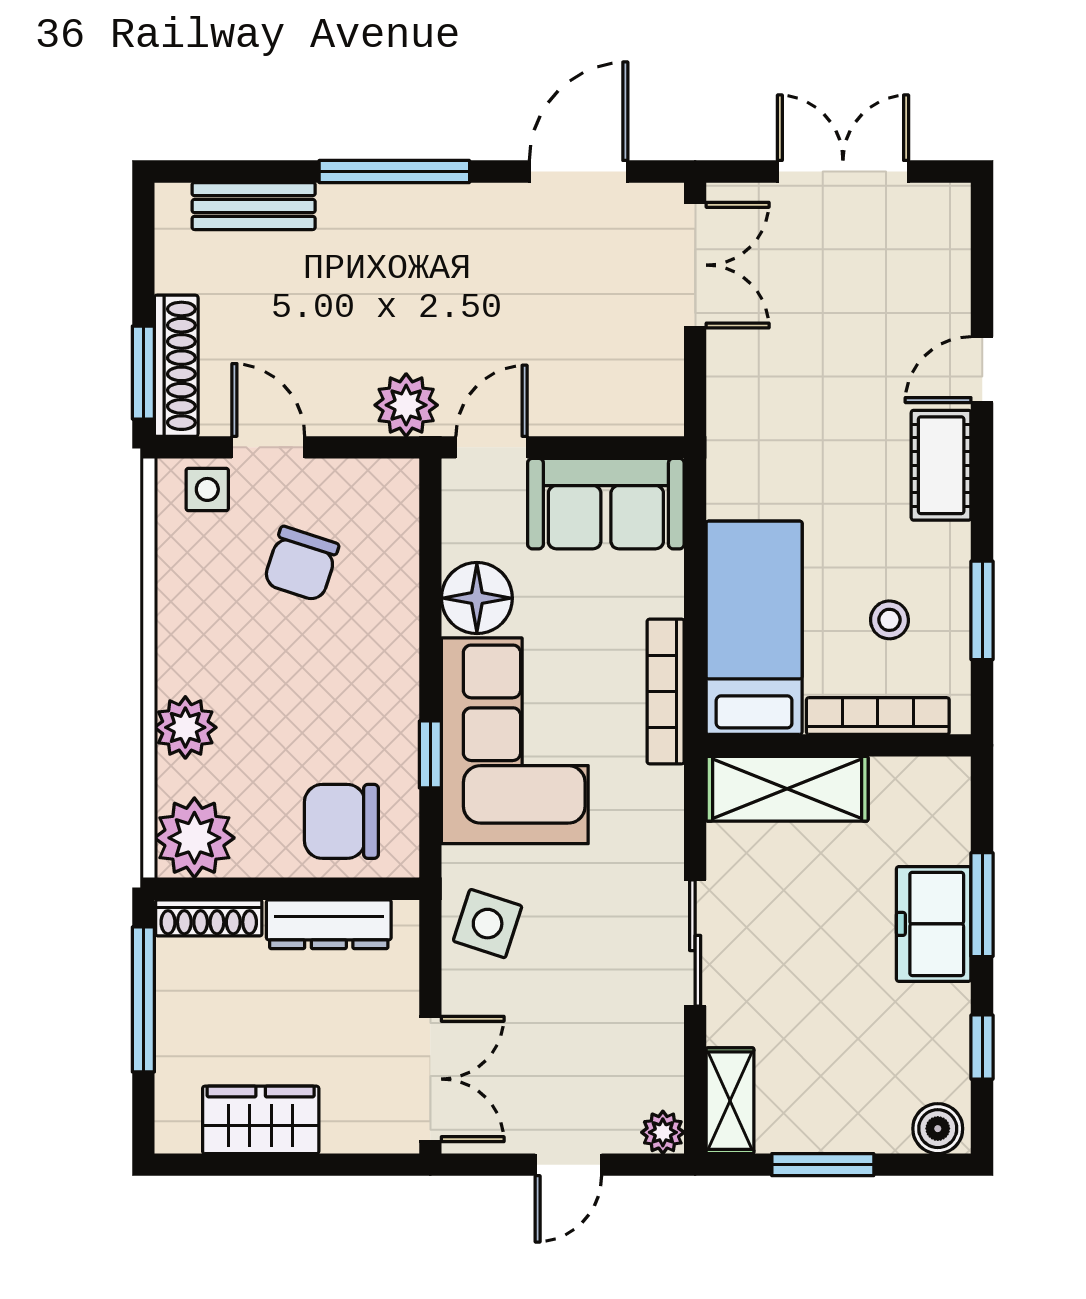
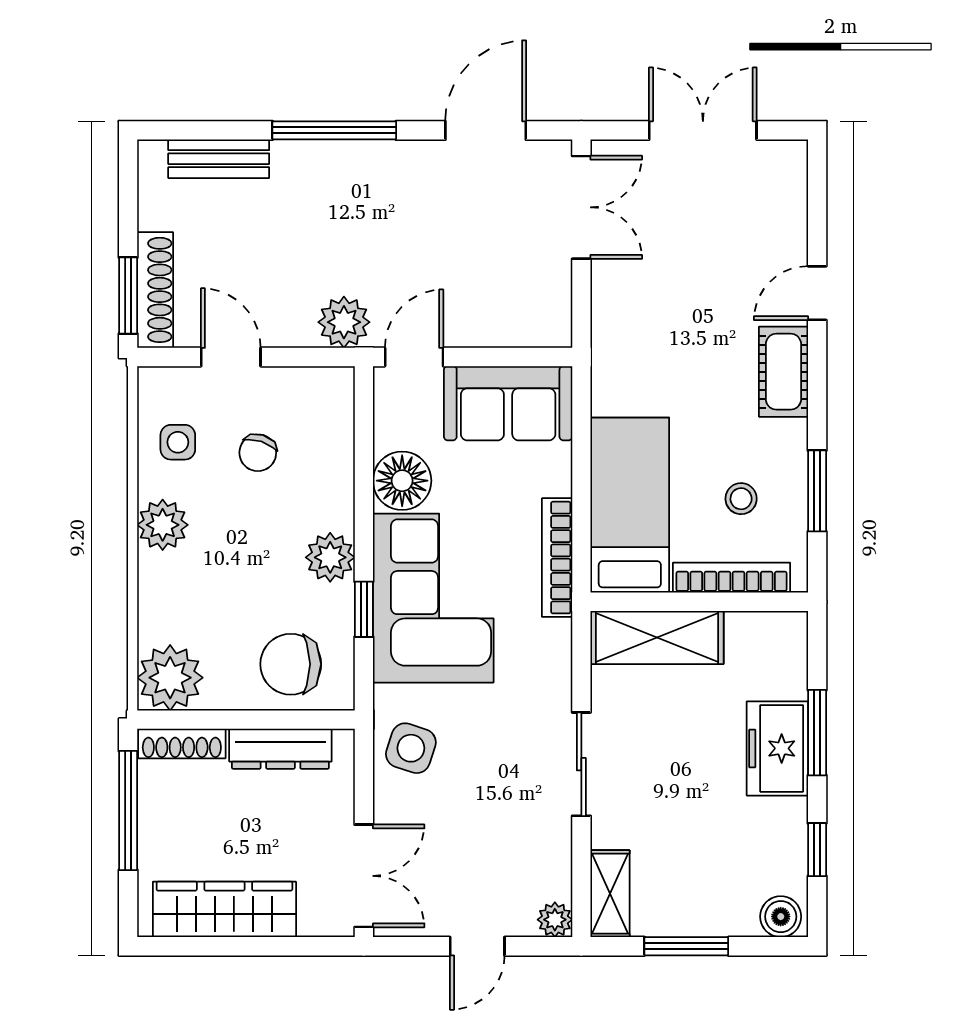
side table: (207, 489) -> (178, 442), moved
chair: (301, 564) -> (258, 453), width x0.73, depth x0.73
plant: (389, 691) -> (330, 557), added
plant: (185, 727) -> (163, 525), moved
wardrobe: (261, 1120) -> (224, 909), width x1.50

